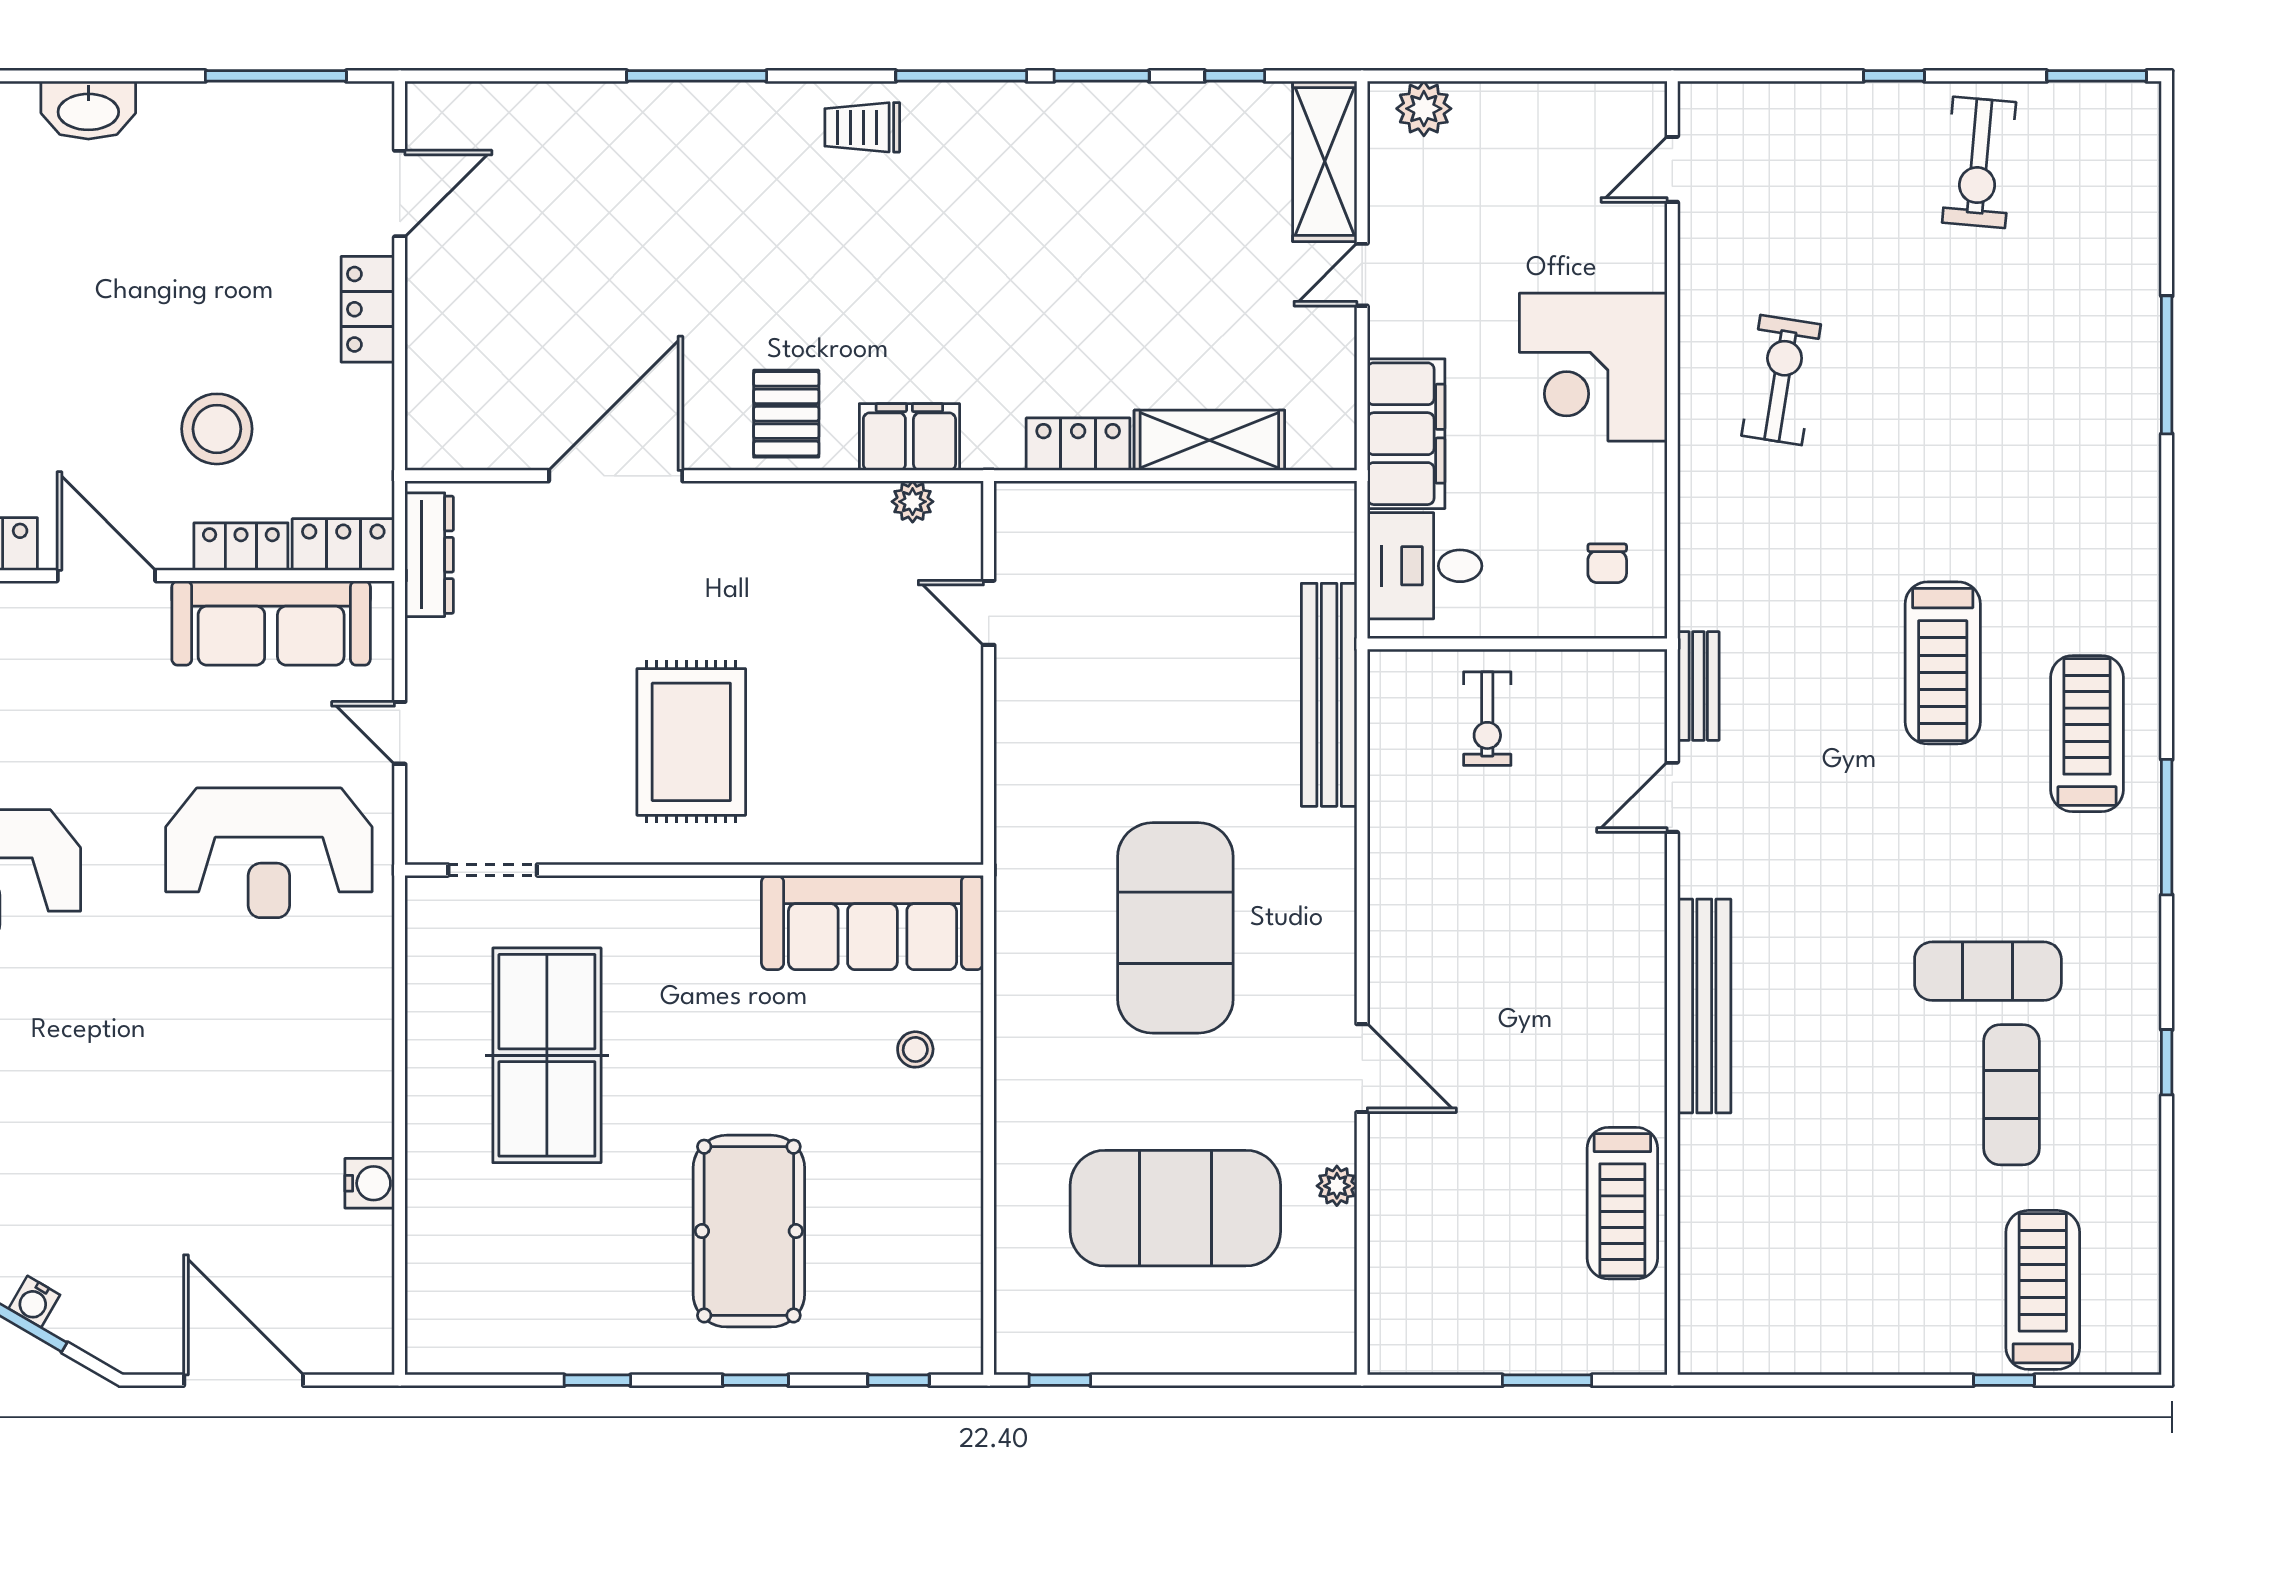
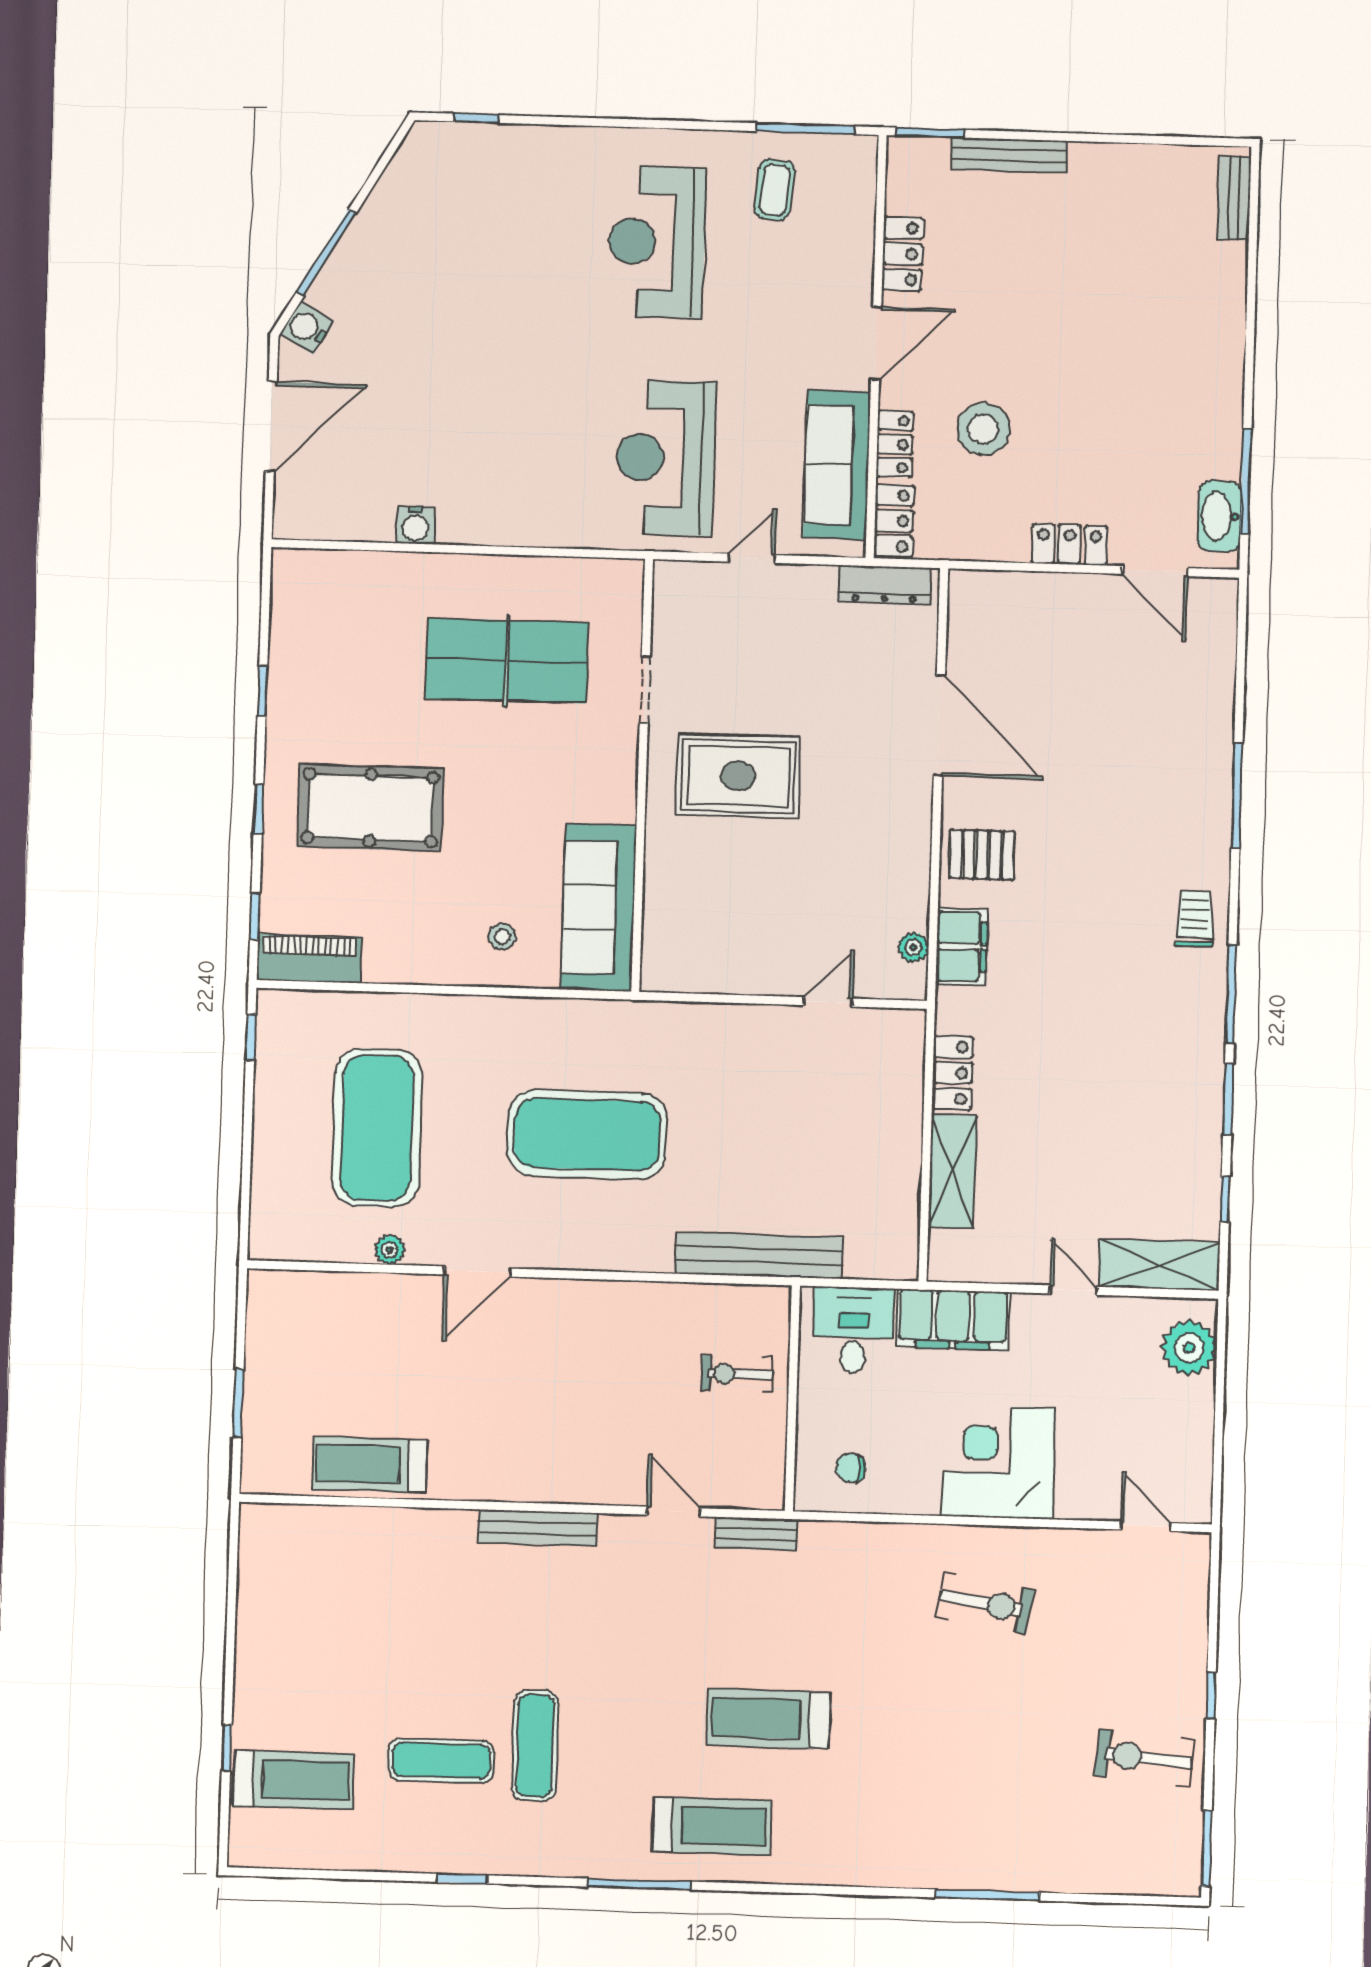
plant: (1424, 109) -> (1189, 1348), width x1.36, depth x1.36
washbasin: (88, 110) -> (1219, 516), moved
doorway: (493, 870) -> (645, 690), moved
bench: (1704, 1006) -> (537, 1528), width x0.73, depth x0.82
water cooler: (34, 1302) -> (307, 328), moved, width x1.38, depth x1.38
piano: (953, 1306) -> (309, 958), added

